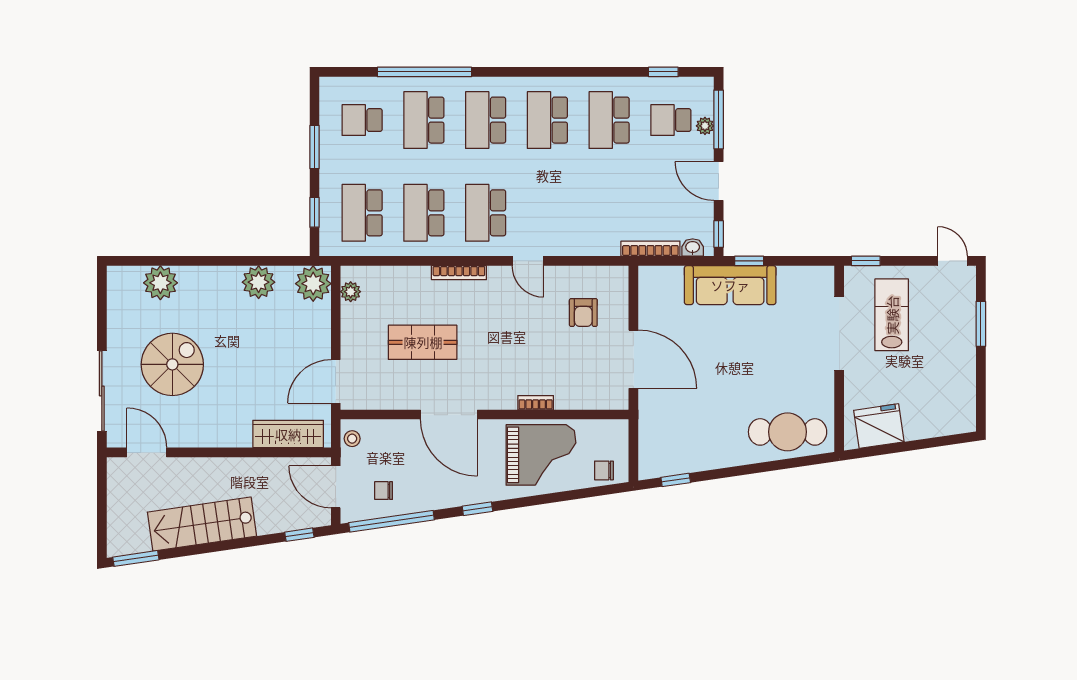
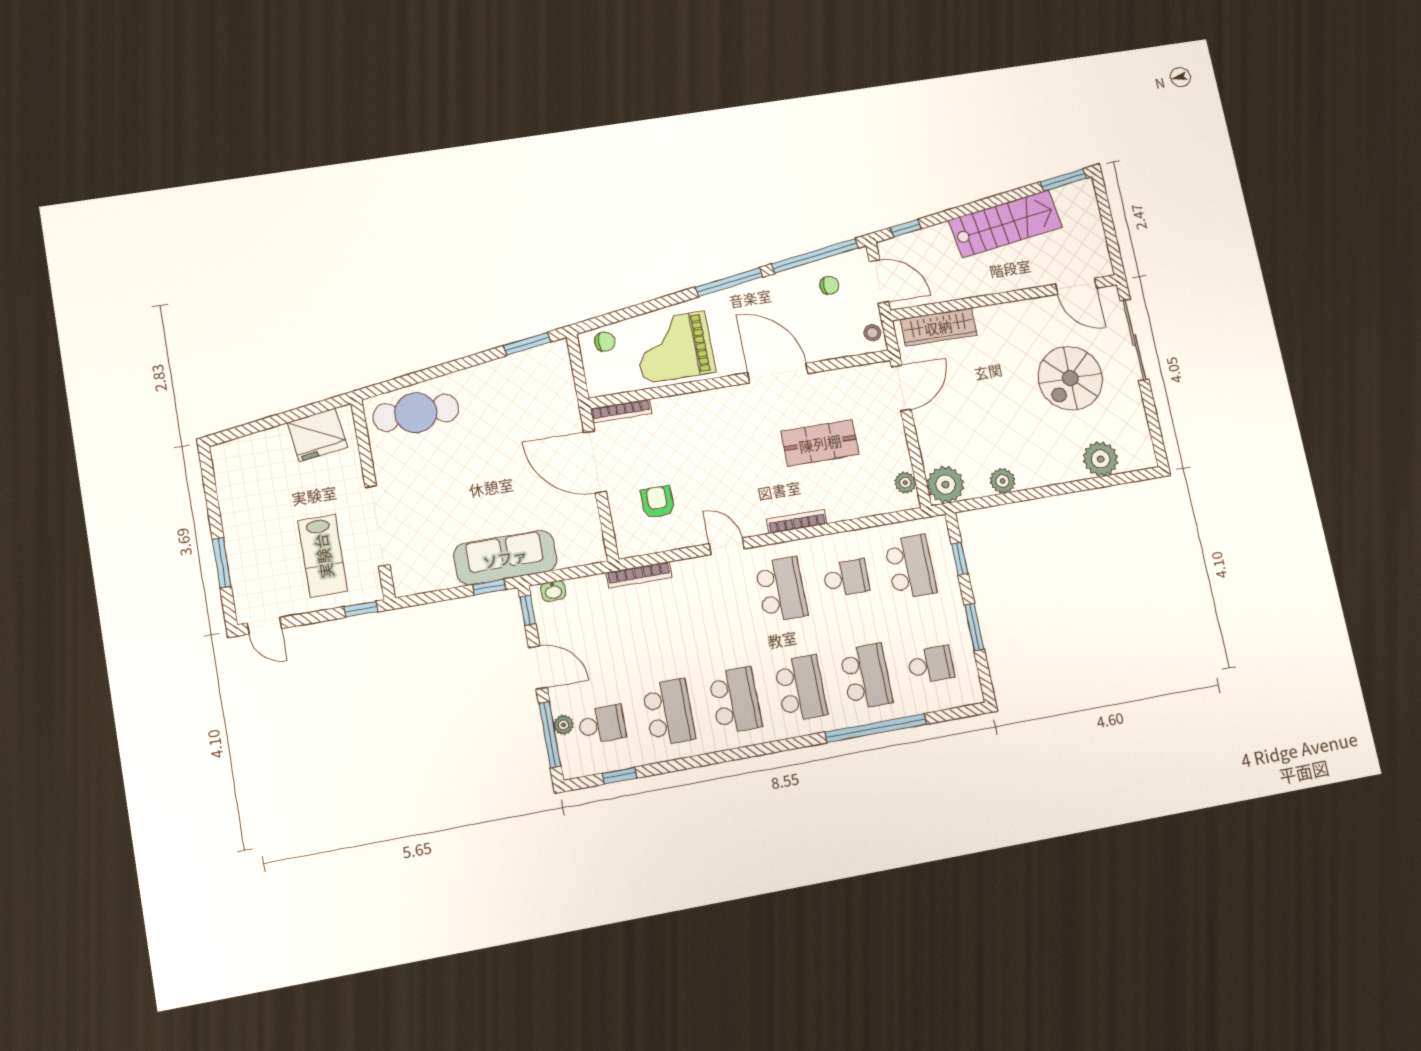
school desk: (424, 213) -> (846, 578), width x0.54
bookcase: (650, 249) -> (639, 575), moved
plant: (259, 282) -> (1003, 481), width x0.73, depth x0.73
bookcase: (536, 403) -> (621, 411), moved, width x1.56
window: (676, 480) -> (527, 344), width x1.50
window: (477, 509) -> (729, 282), width x2.17

